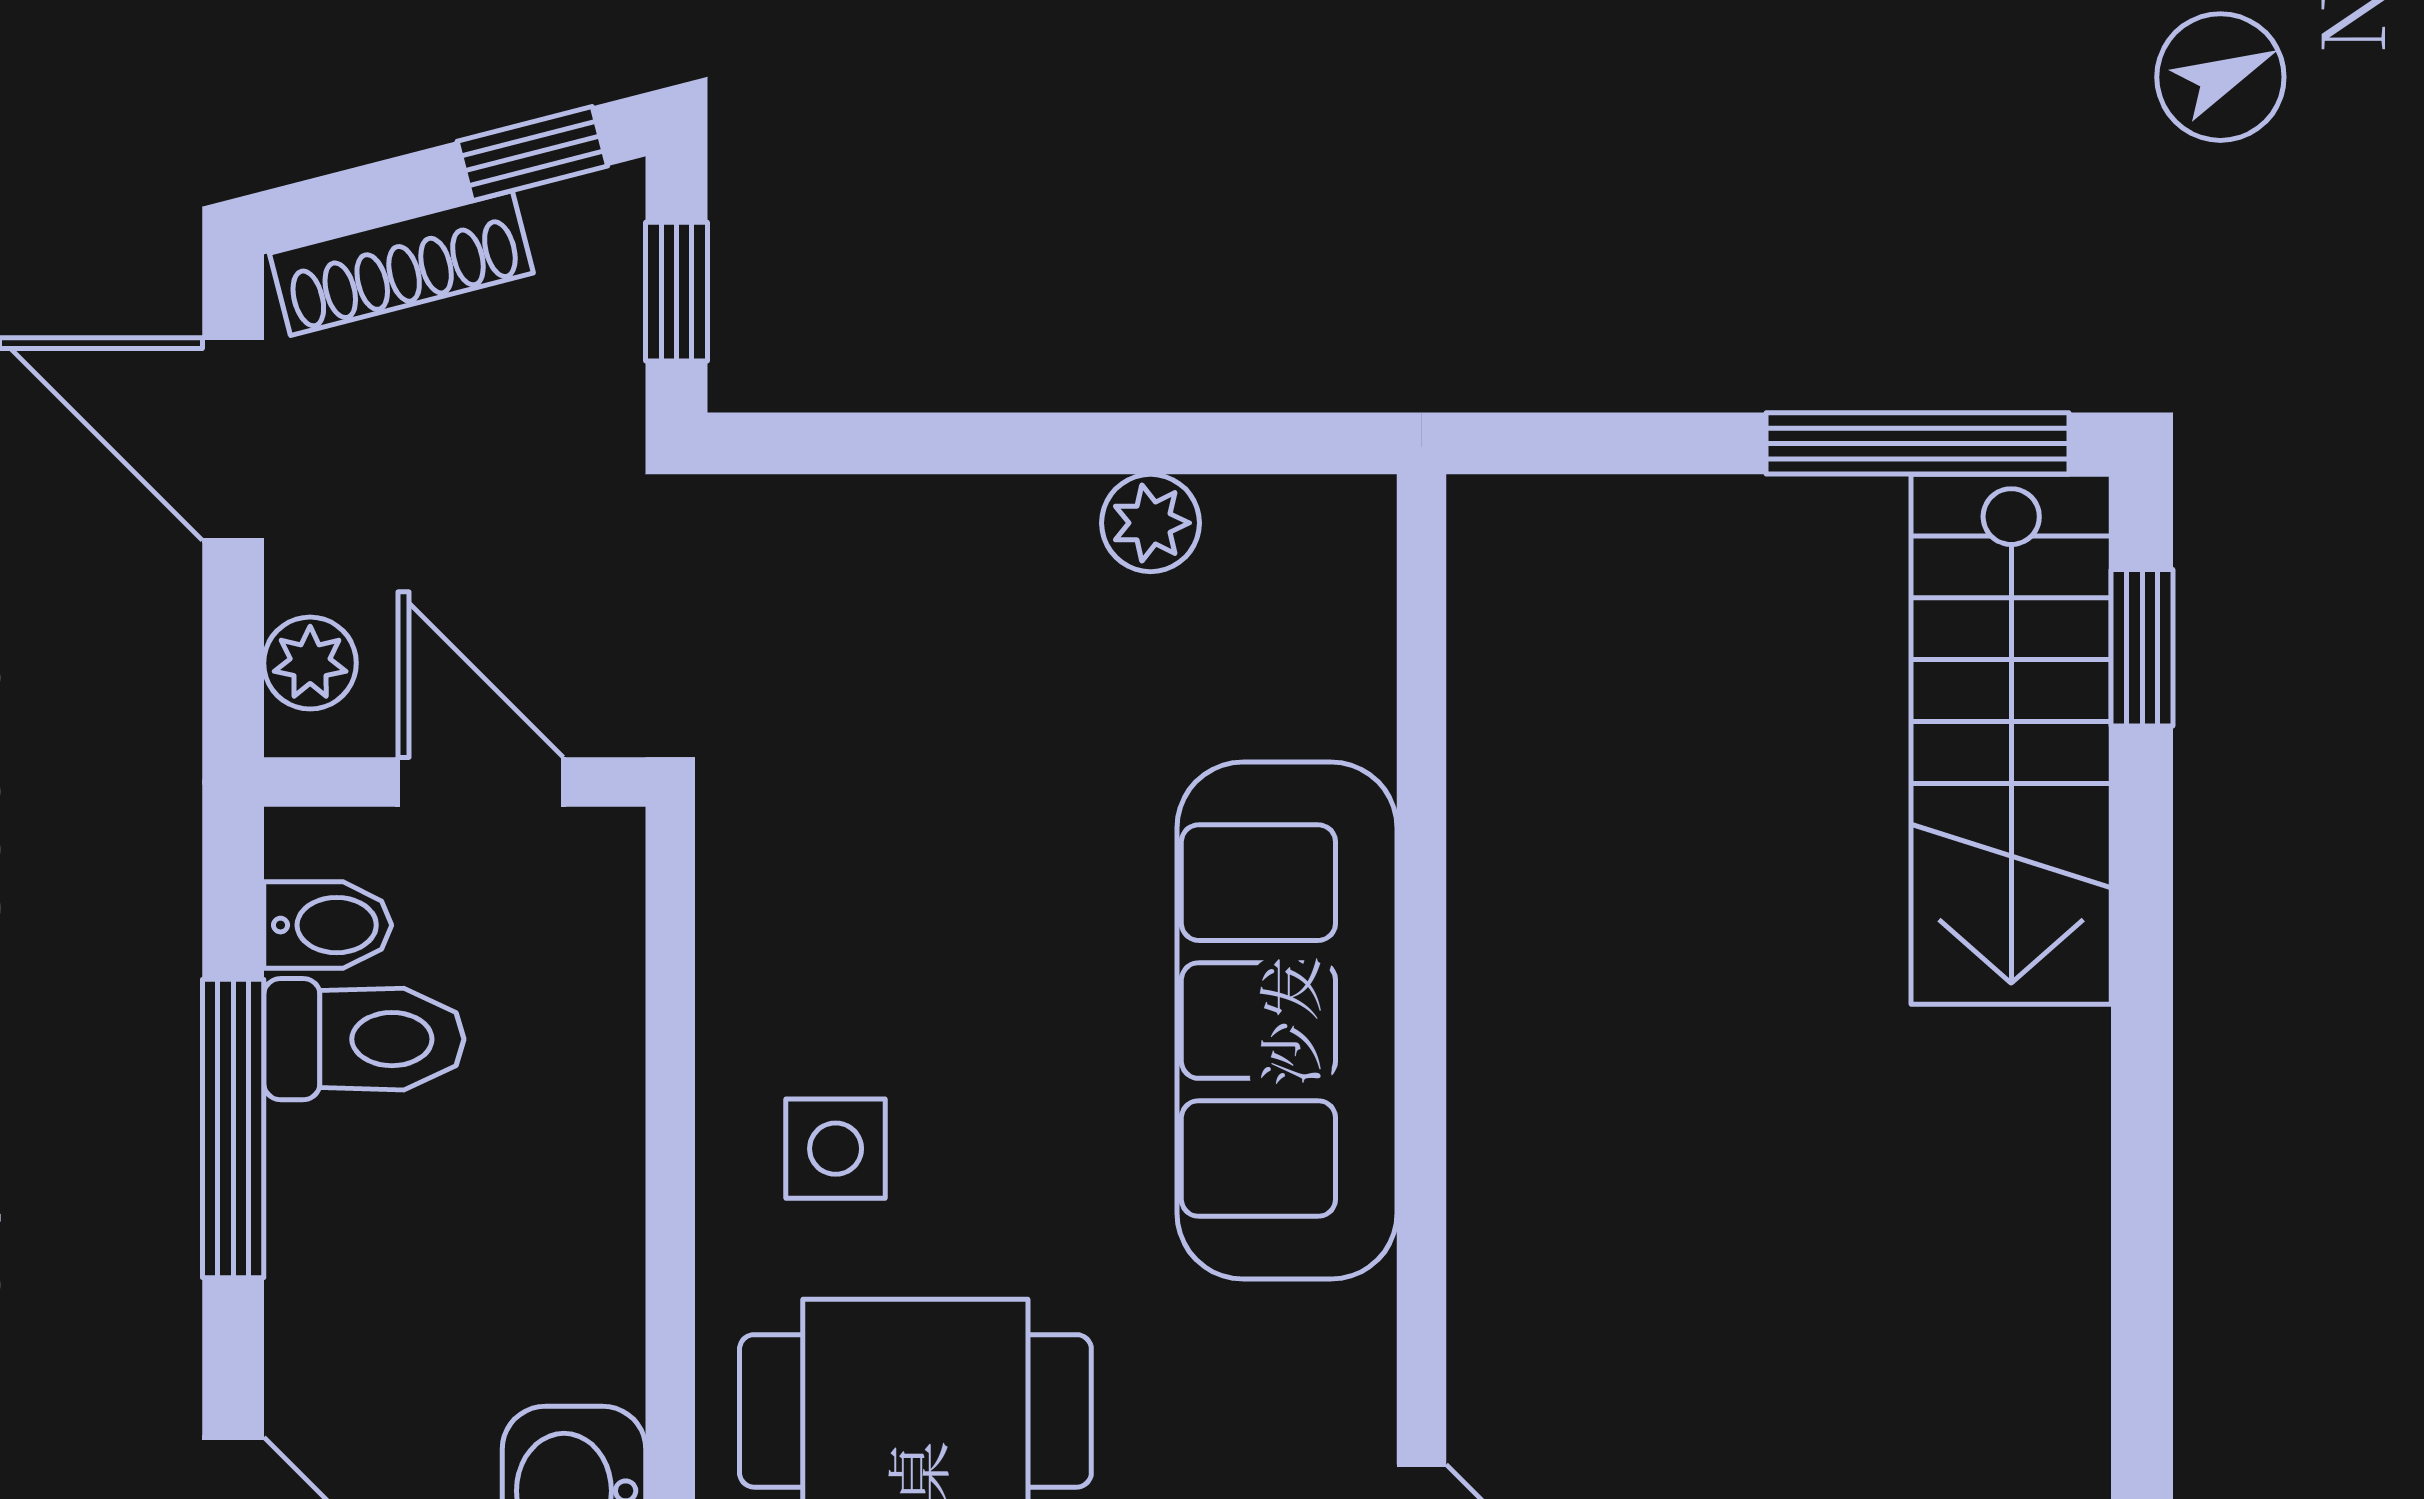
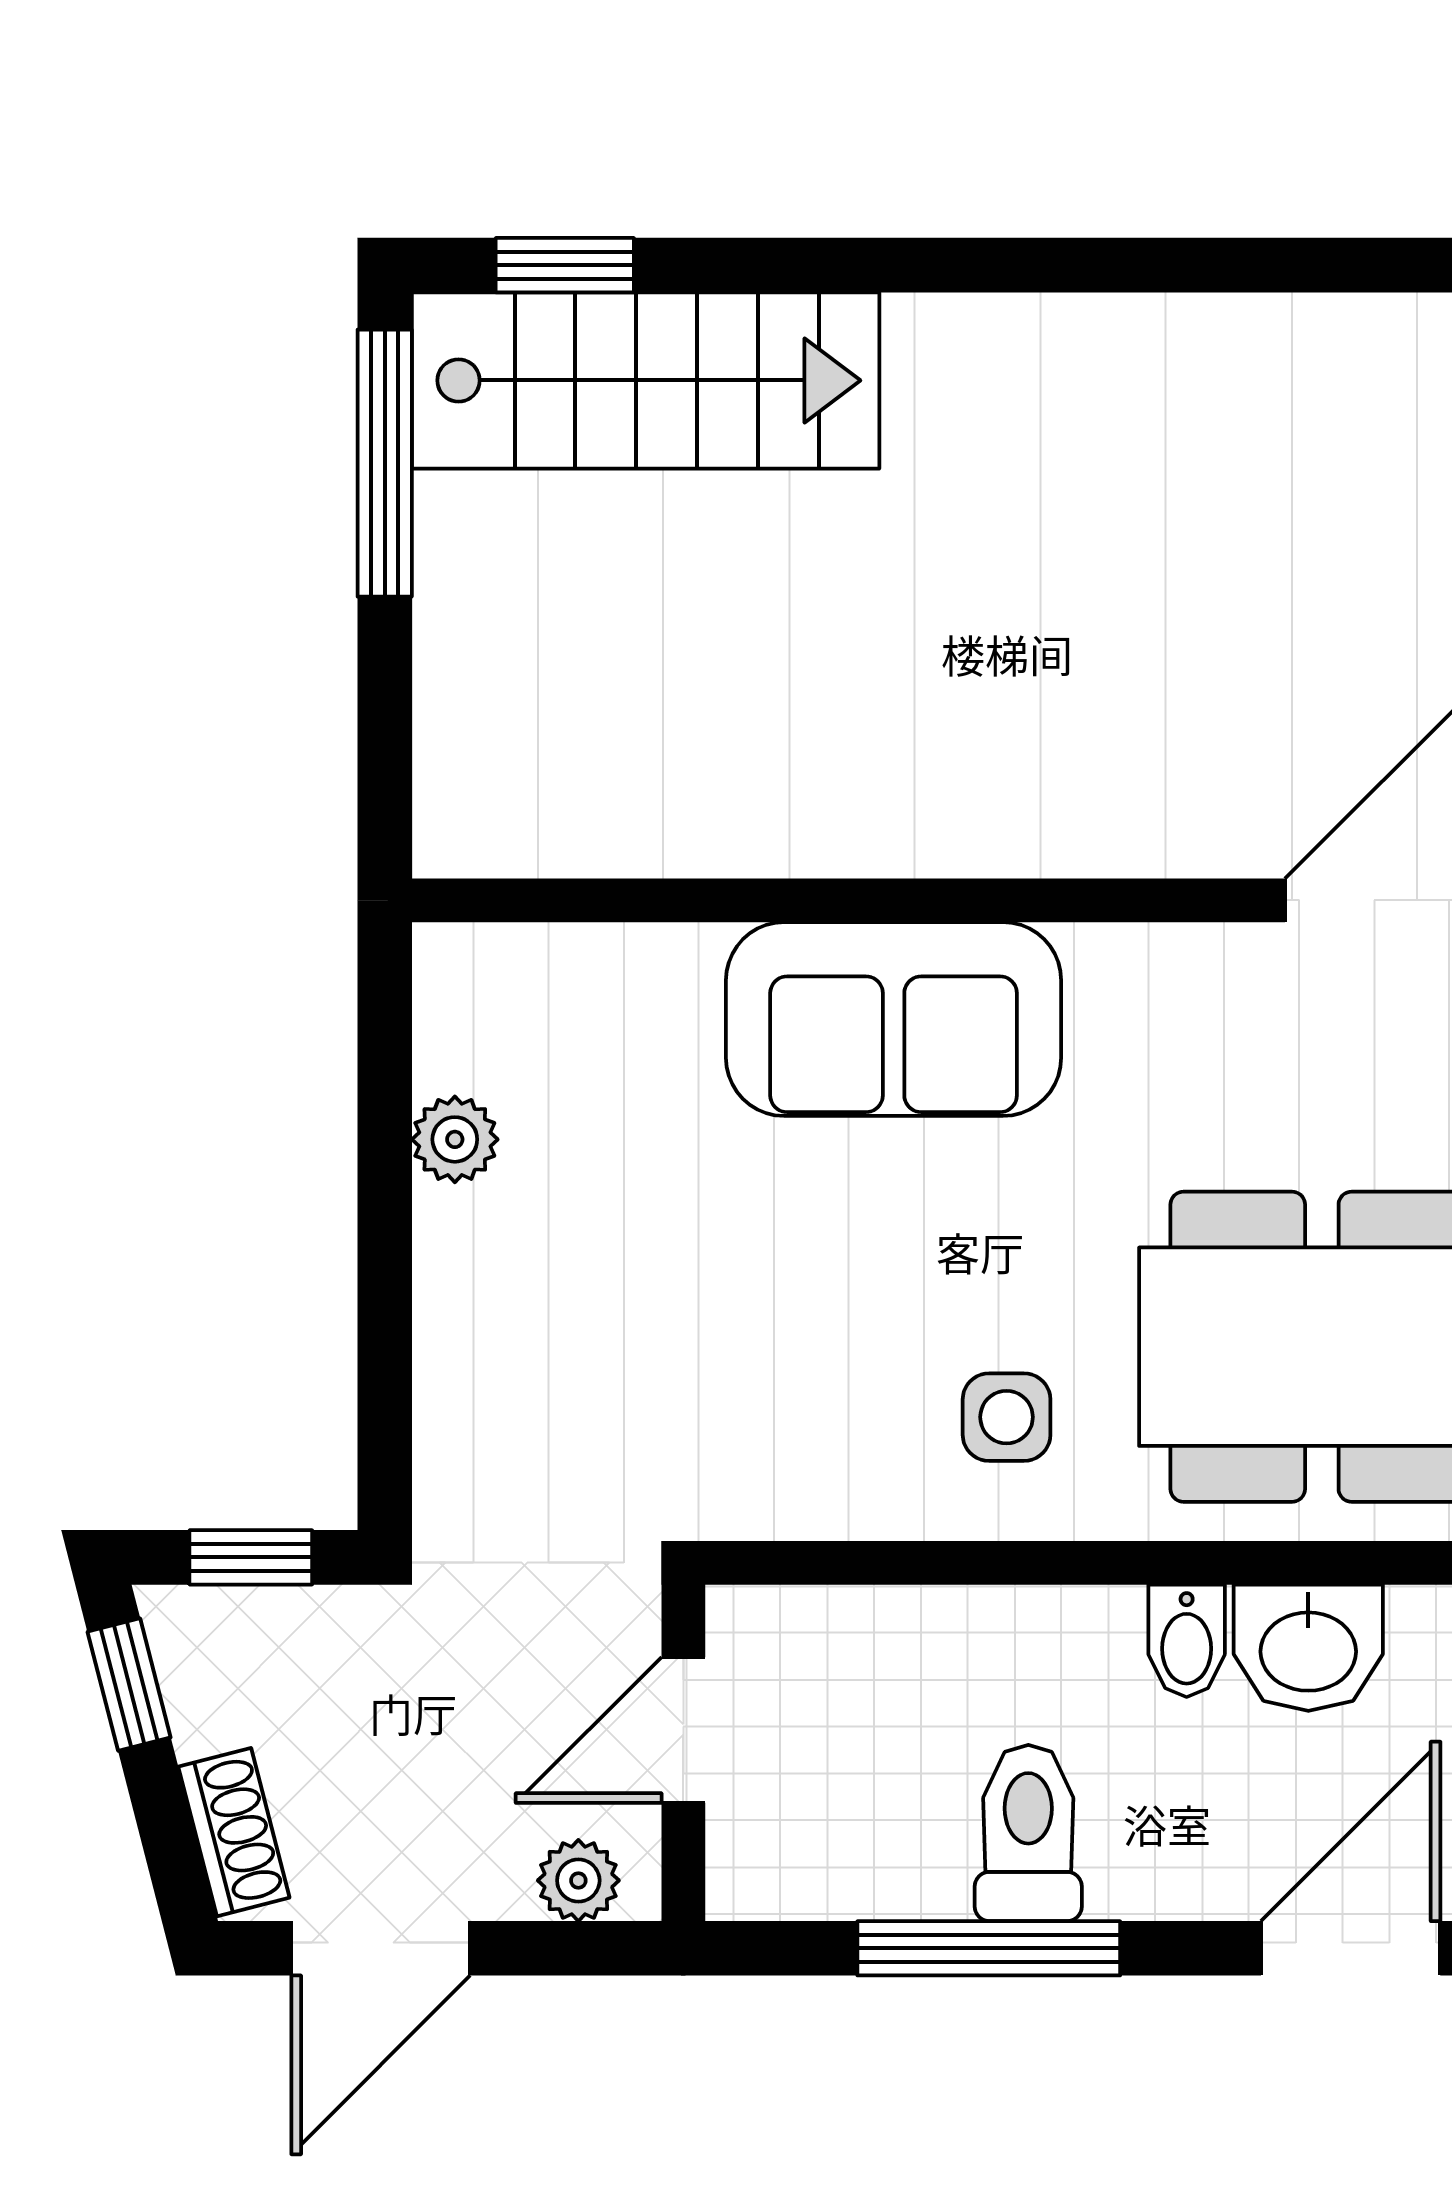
shoe rack: (401, 263) -> (234, 1832), width x0.70
bidet: (328, 925) -> (1187, 1641), moved, turned 180
sofa: (1287, 1021) -> (894, 1019), width x0.73
toilet: (364, 1039) -> (1028, 1833), moved

